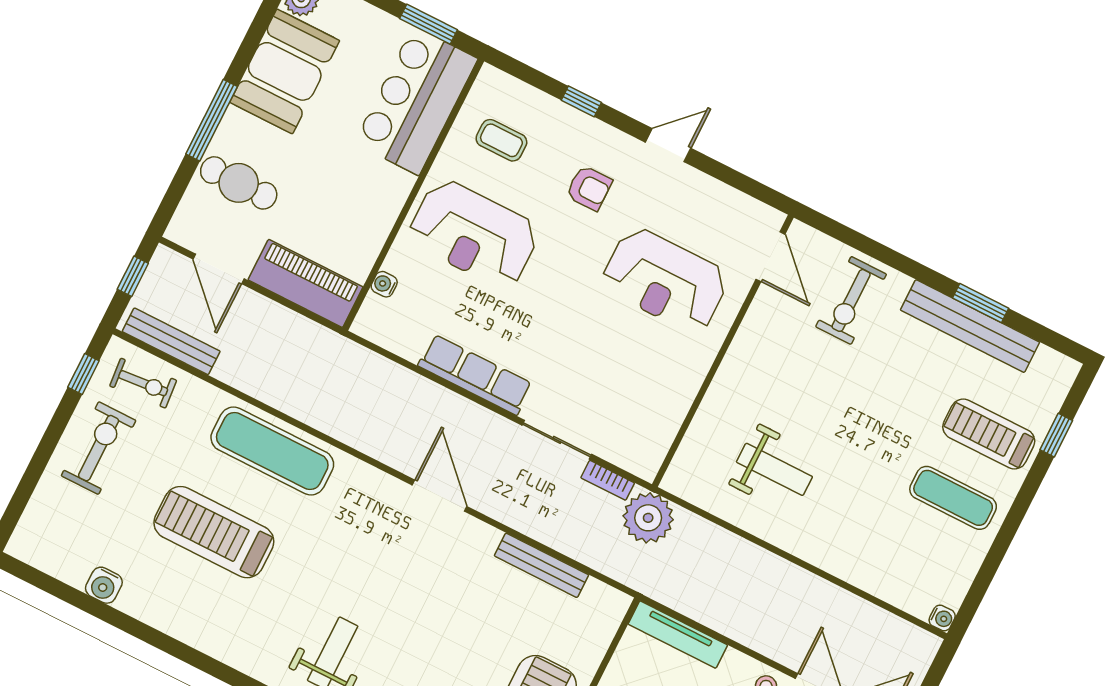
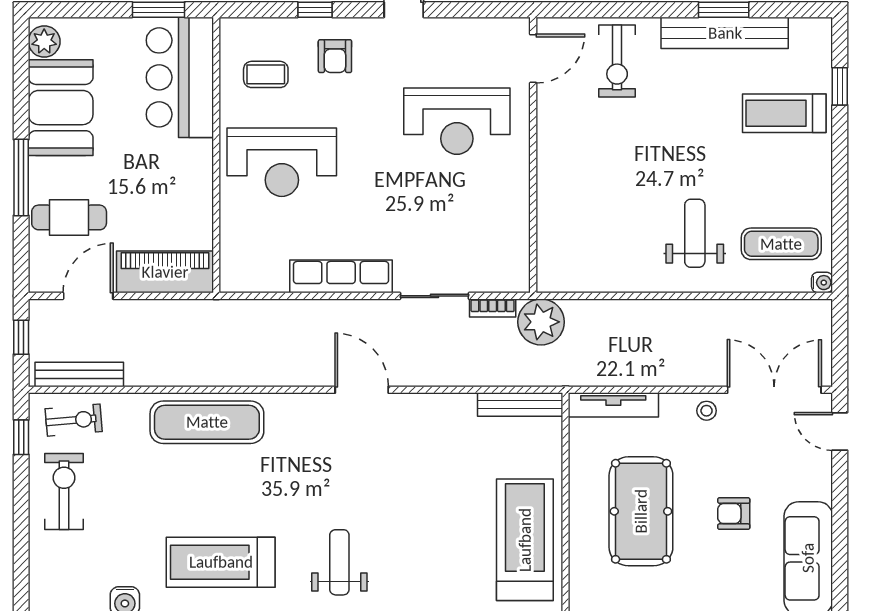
armchair: (589, 188) -> (335, 56), moved, turned 90
door: (770, 257) -> (533, 59), hinge flipped
door: (219, 269) -> (88, 296), swing flipped
water cooler: (384, 284) -> (230, 240), removed
weight bench: (774, 469) -> (695, 233), moved, turned -90
exercise mat: (953, 498) -> (781, 244), moved
treadmill: (214, 532) -> (221, 562), moved
bench: (542, 565) -> (520, 405), moved

